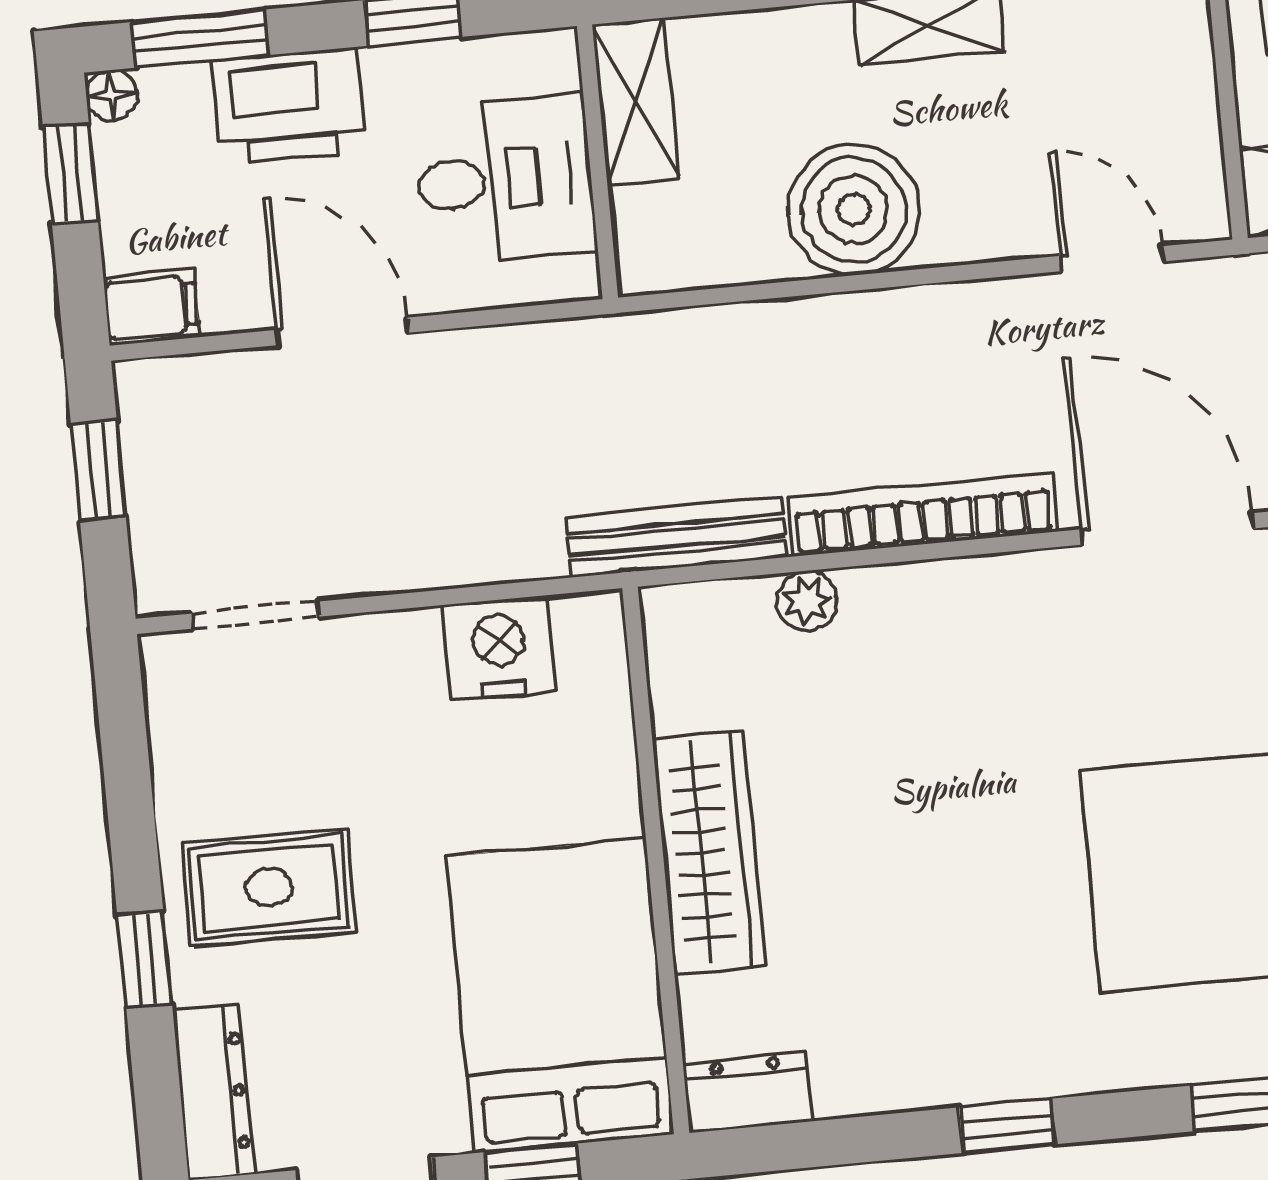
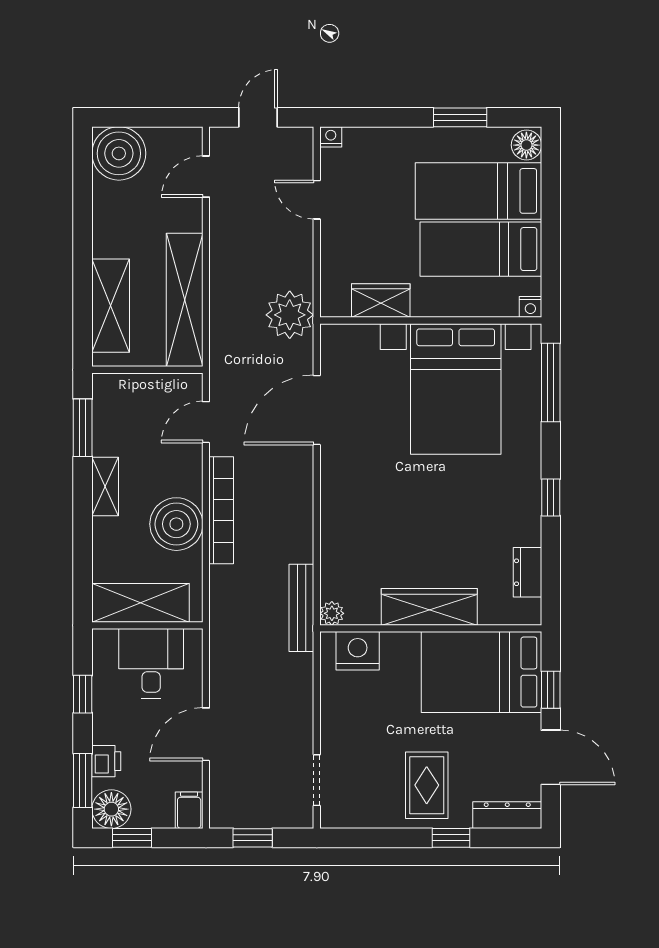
floor lamp: (112, 96) -> (111, 809), width x1.89, depth x1.89
shelving: (636, 101) -> (141, 603), width x1.50, depth x1.33
printer: (289, 106) -> (106, 761), width x0.53, depth x0.68
bookcase: (923, 514) -> (221, 510), moved, turned 180
plant: (807, 601) -> (332, 613), moved
nightstand: (499, 648) -> (358, 651), moved, turned 90
dresser: (747, 1092) -> (527, 572), moved

